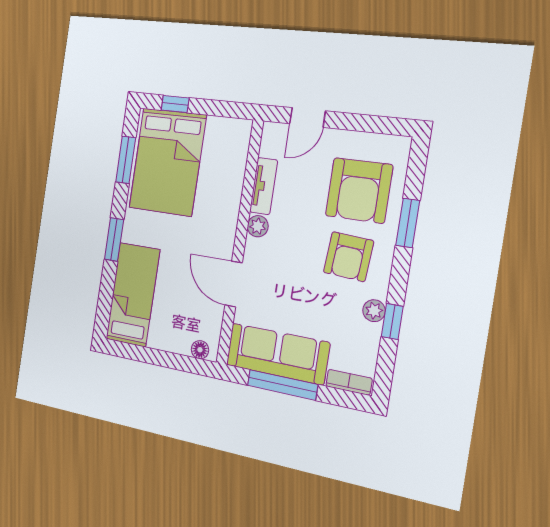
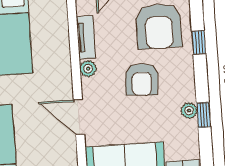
window: (408, 223) -> (199, 42), width x0.67
armchair: (348, 257) -> (142, 79), moved

